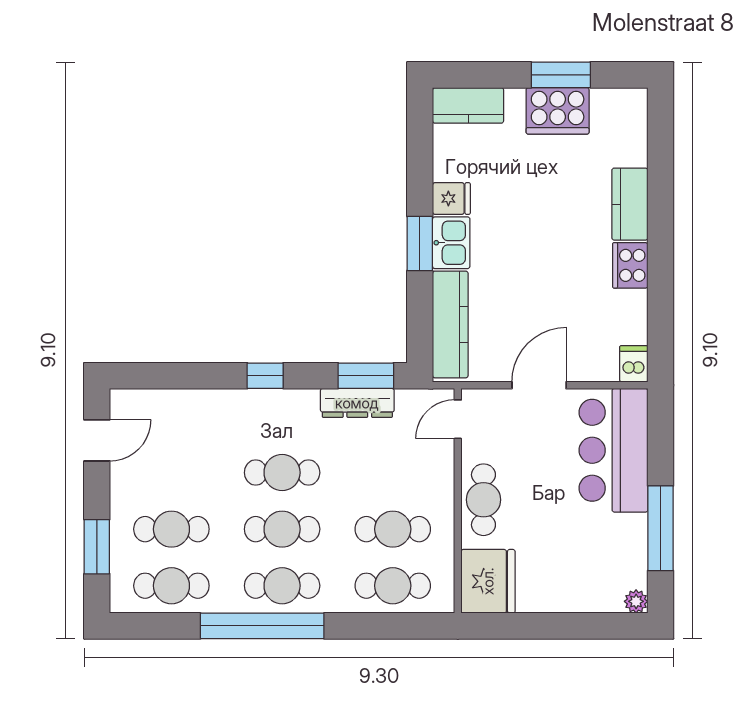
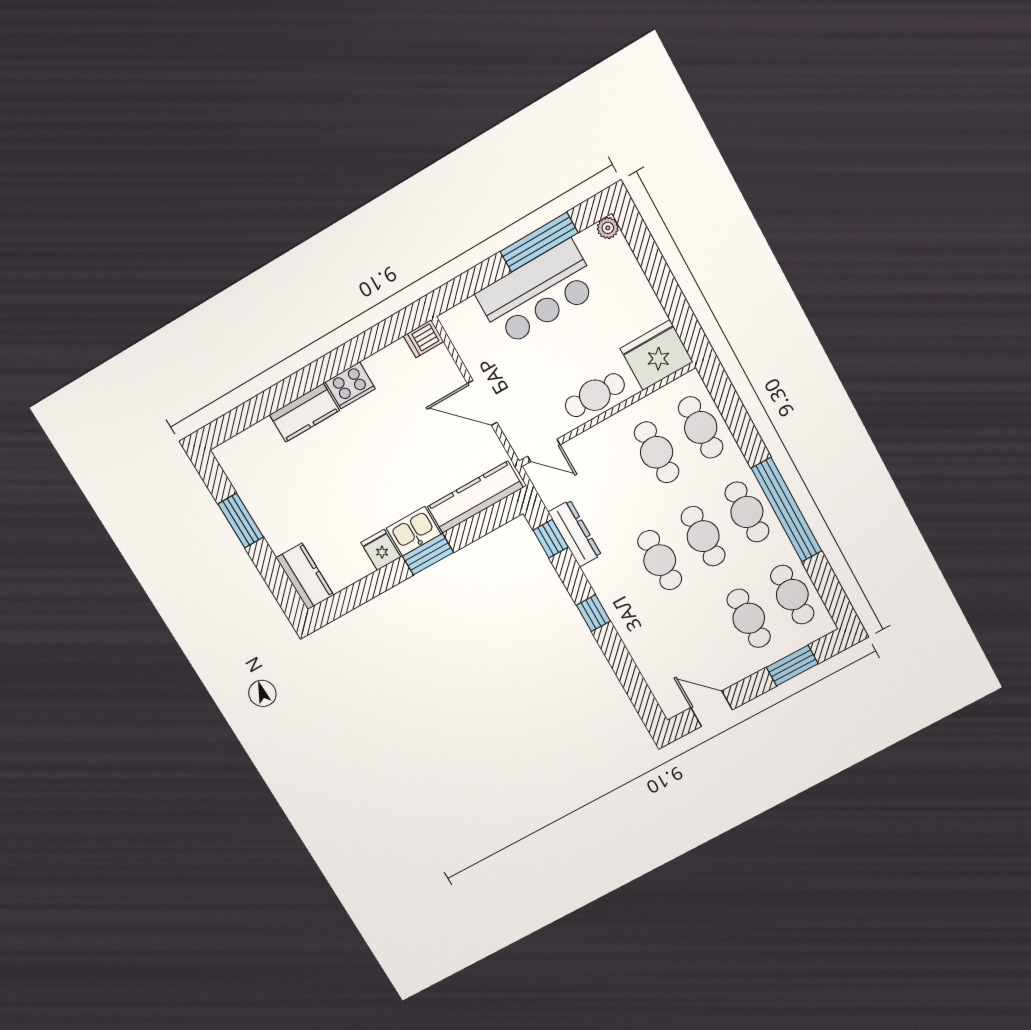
cooker: (558, 111) -> (268, 508), removed
window: (366, 376) -> (551, 539), width x0.67
bar counter: (613, 450) -> (538, 293), moved

